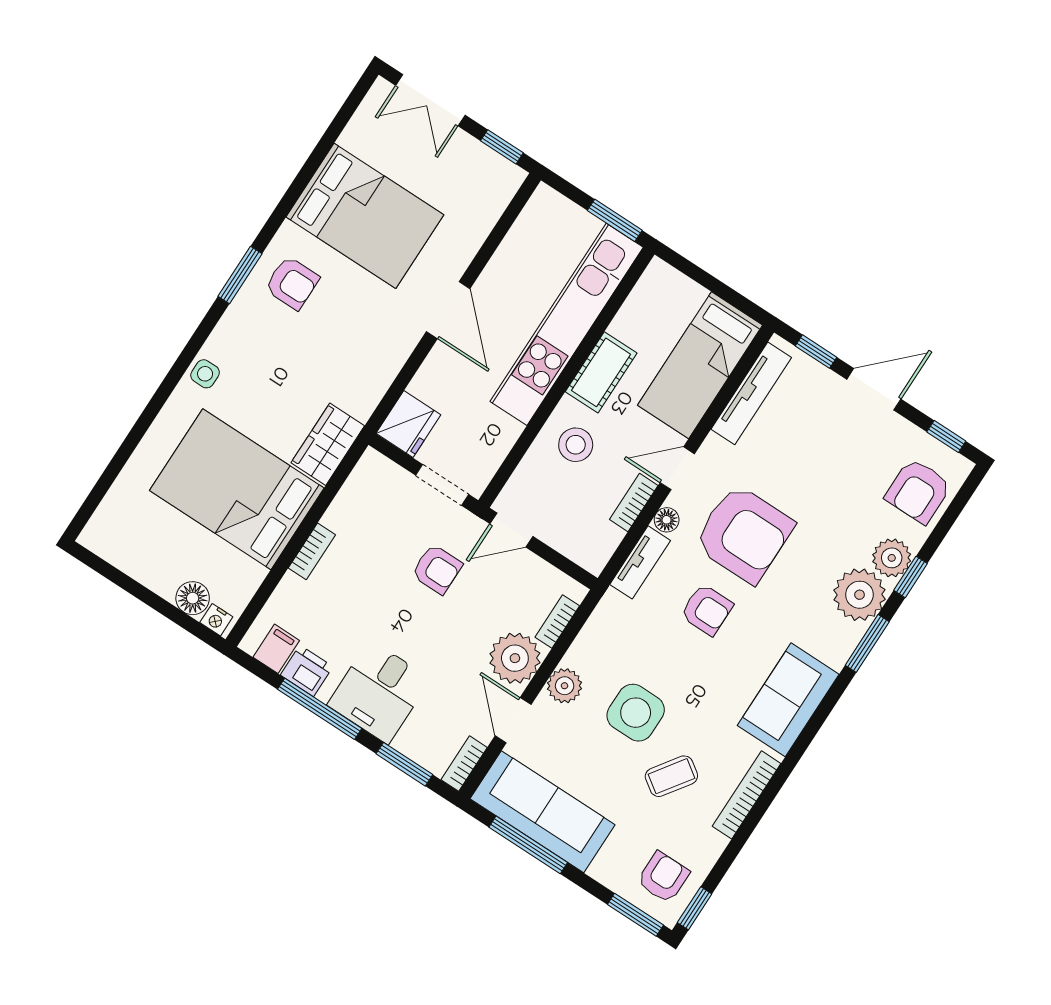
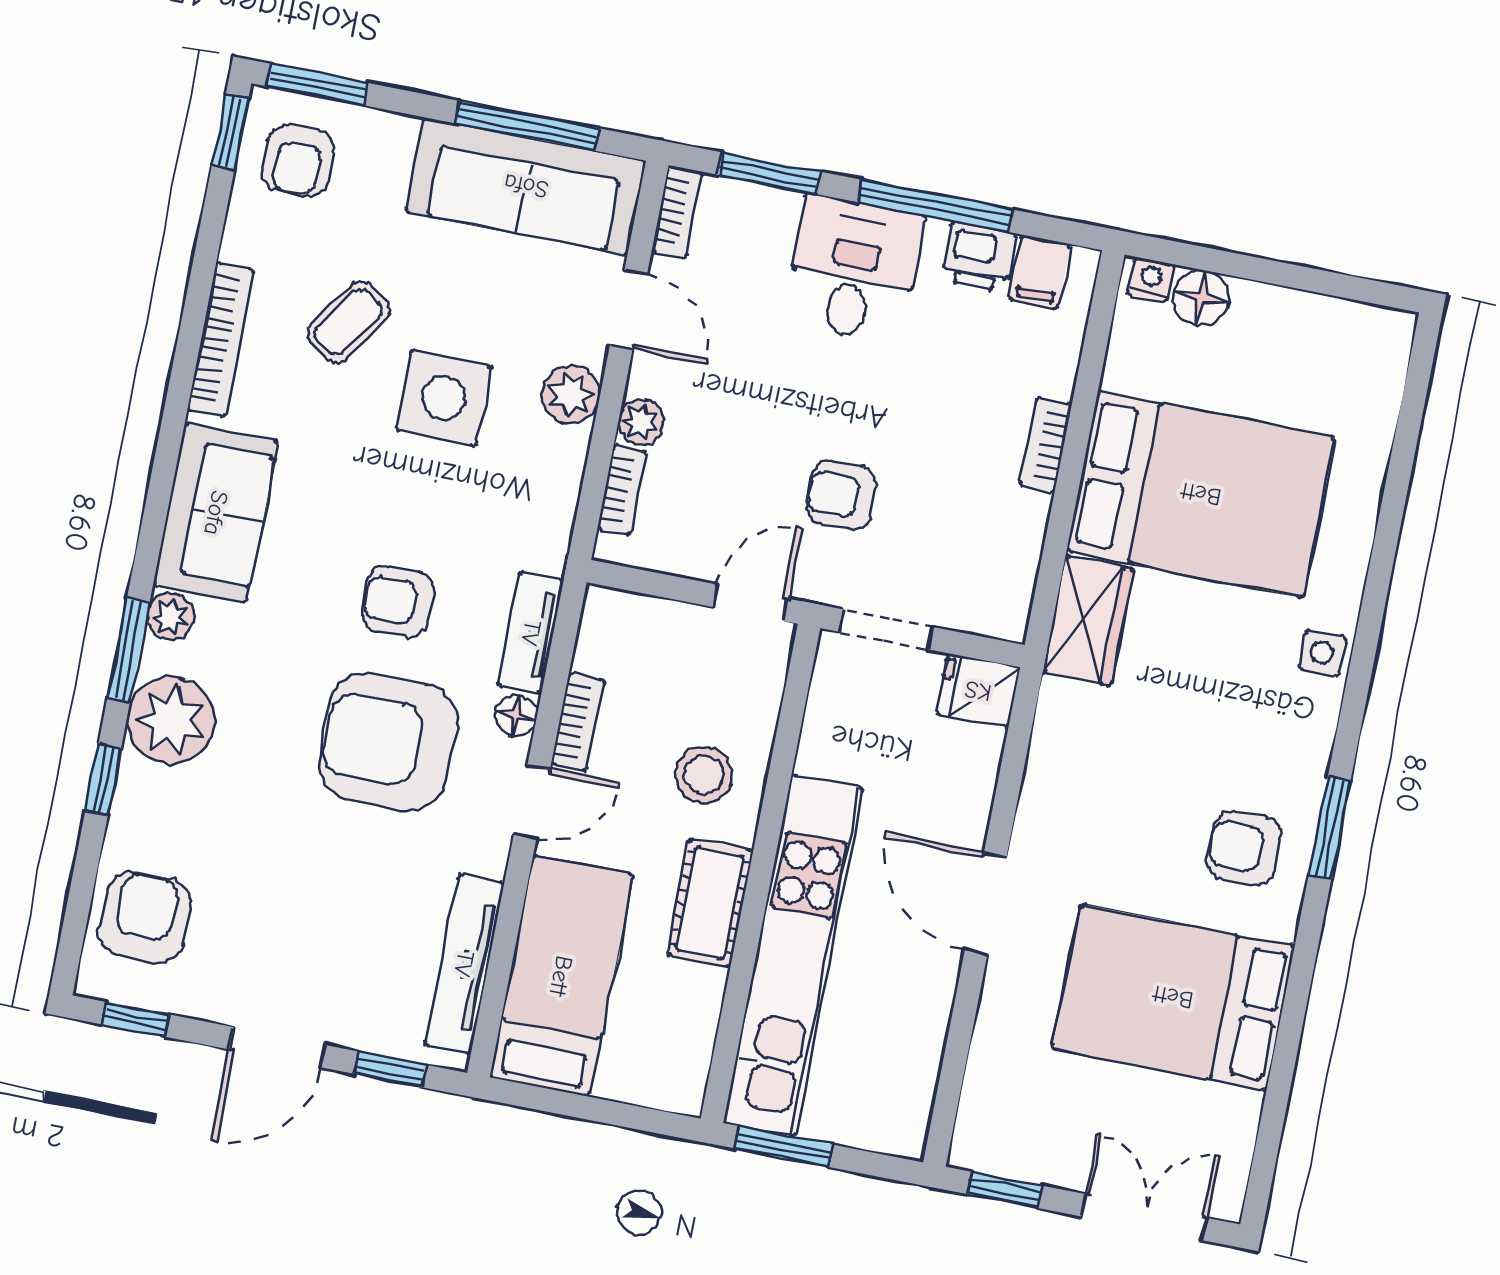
fridge: (408, 424) -> (978, 691), width x0.72
plant: (892, 558) -> (171, 617), moved, width x0.73, depth x0.73
plant: (515, 658) -> (641, 422), width x0.53, depth x0.53

